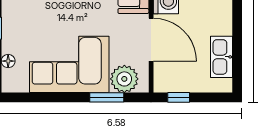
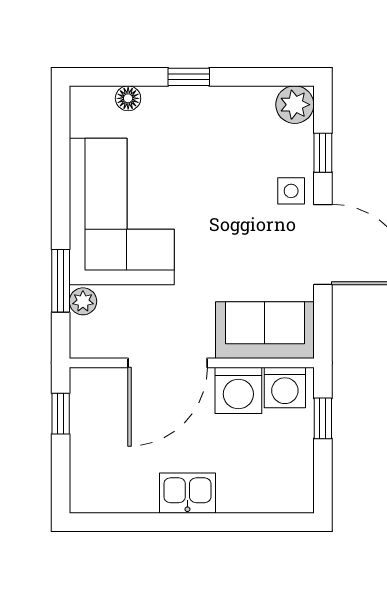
kitchen sink: (221, 57) -> (187, 493), moved, width x0.73
plant: (124, 79) -> (83, 301), width x0.53, depth x0.53

